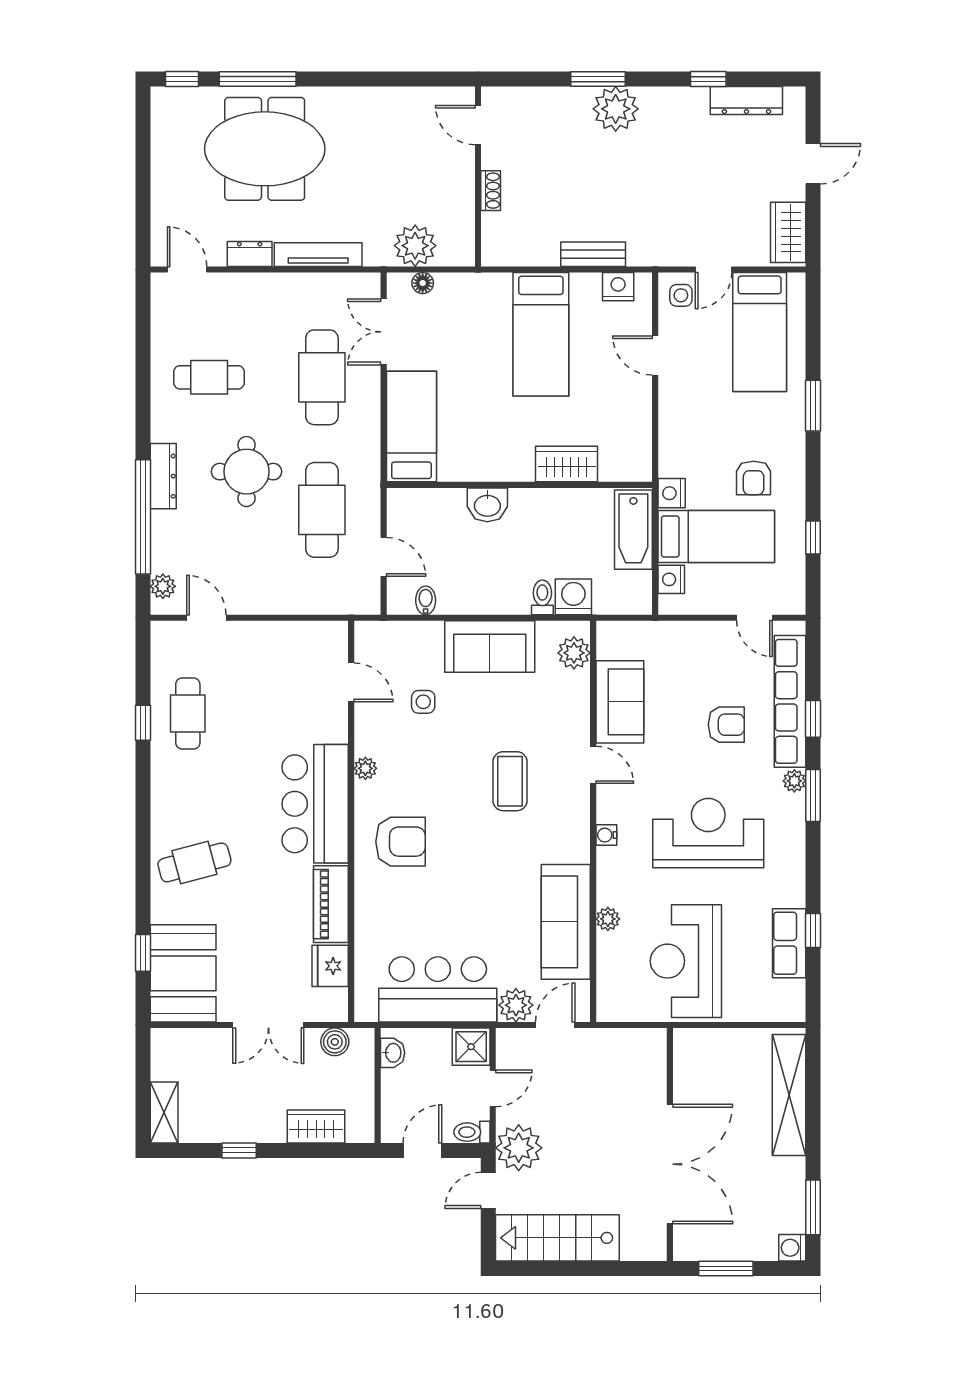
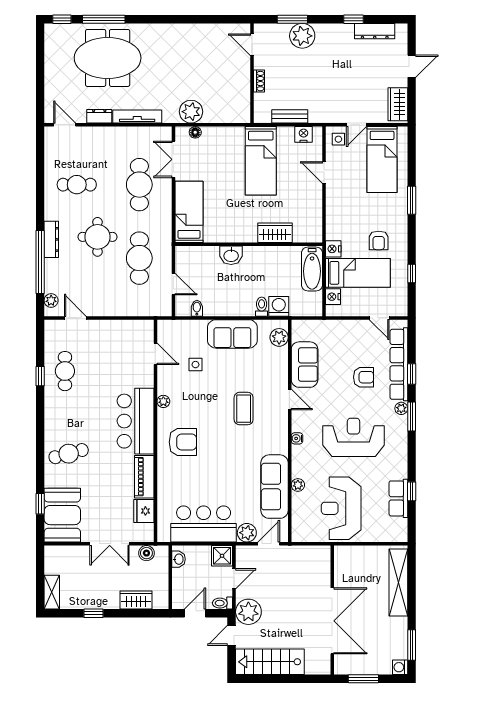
door: (478, 125) -> (252, 45), moved
wall: (478, 176) -> (252, 73), moved
shoe rack: (491, 191) -> (259, 81), moved

